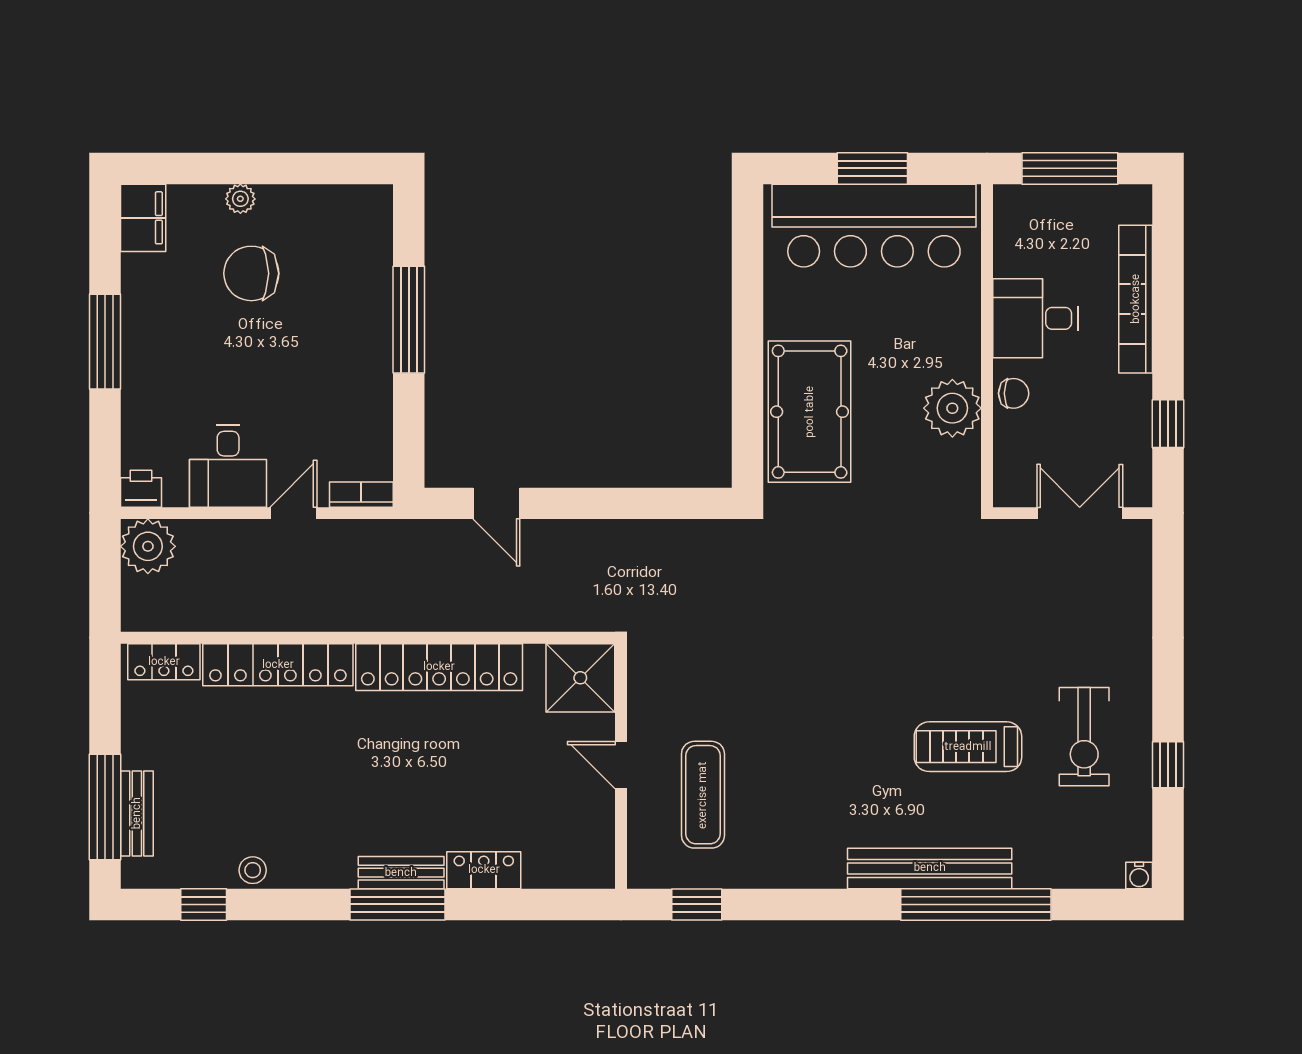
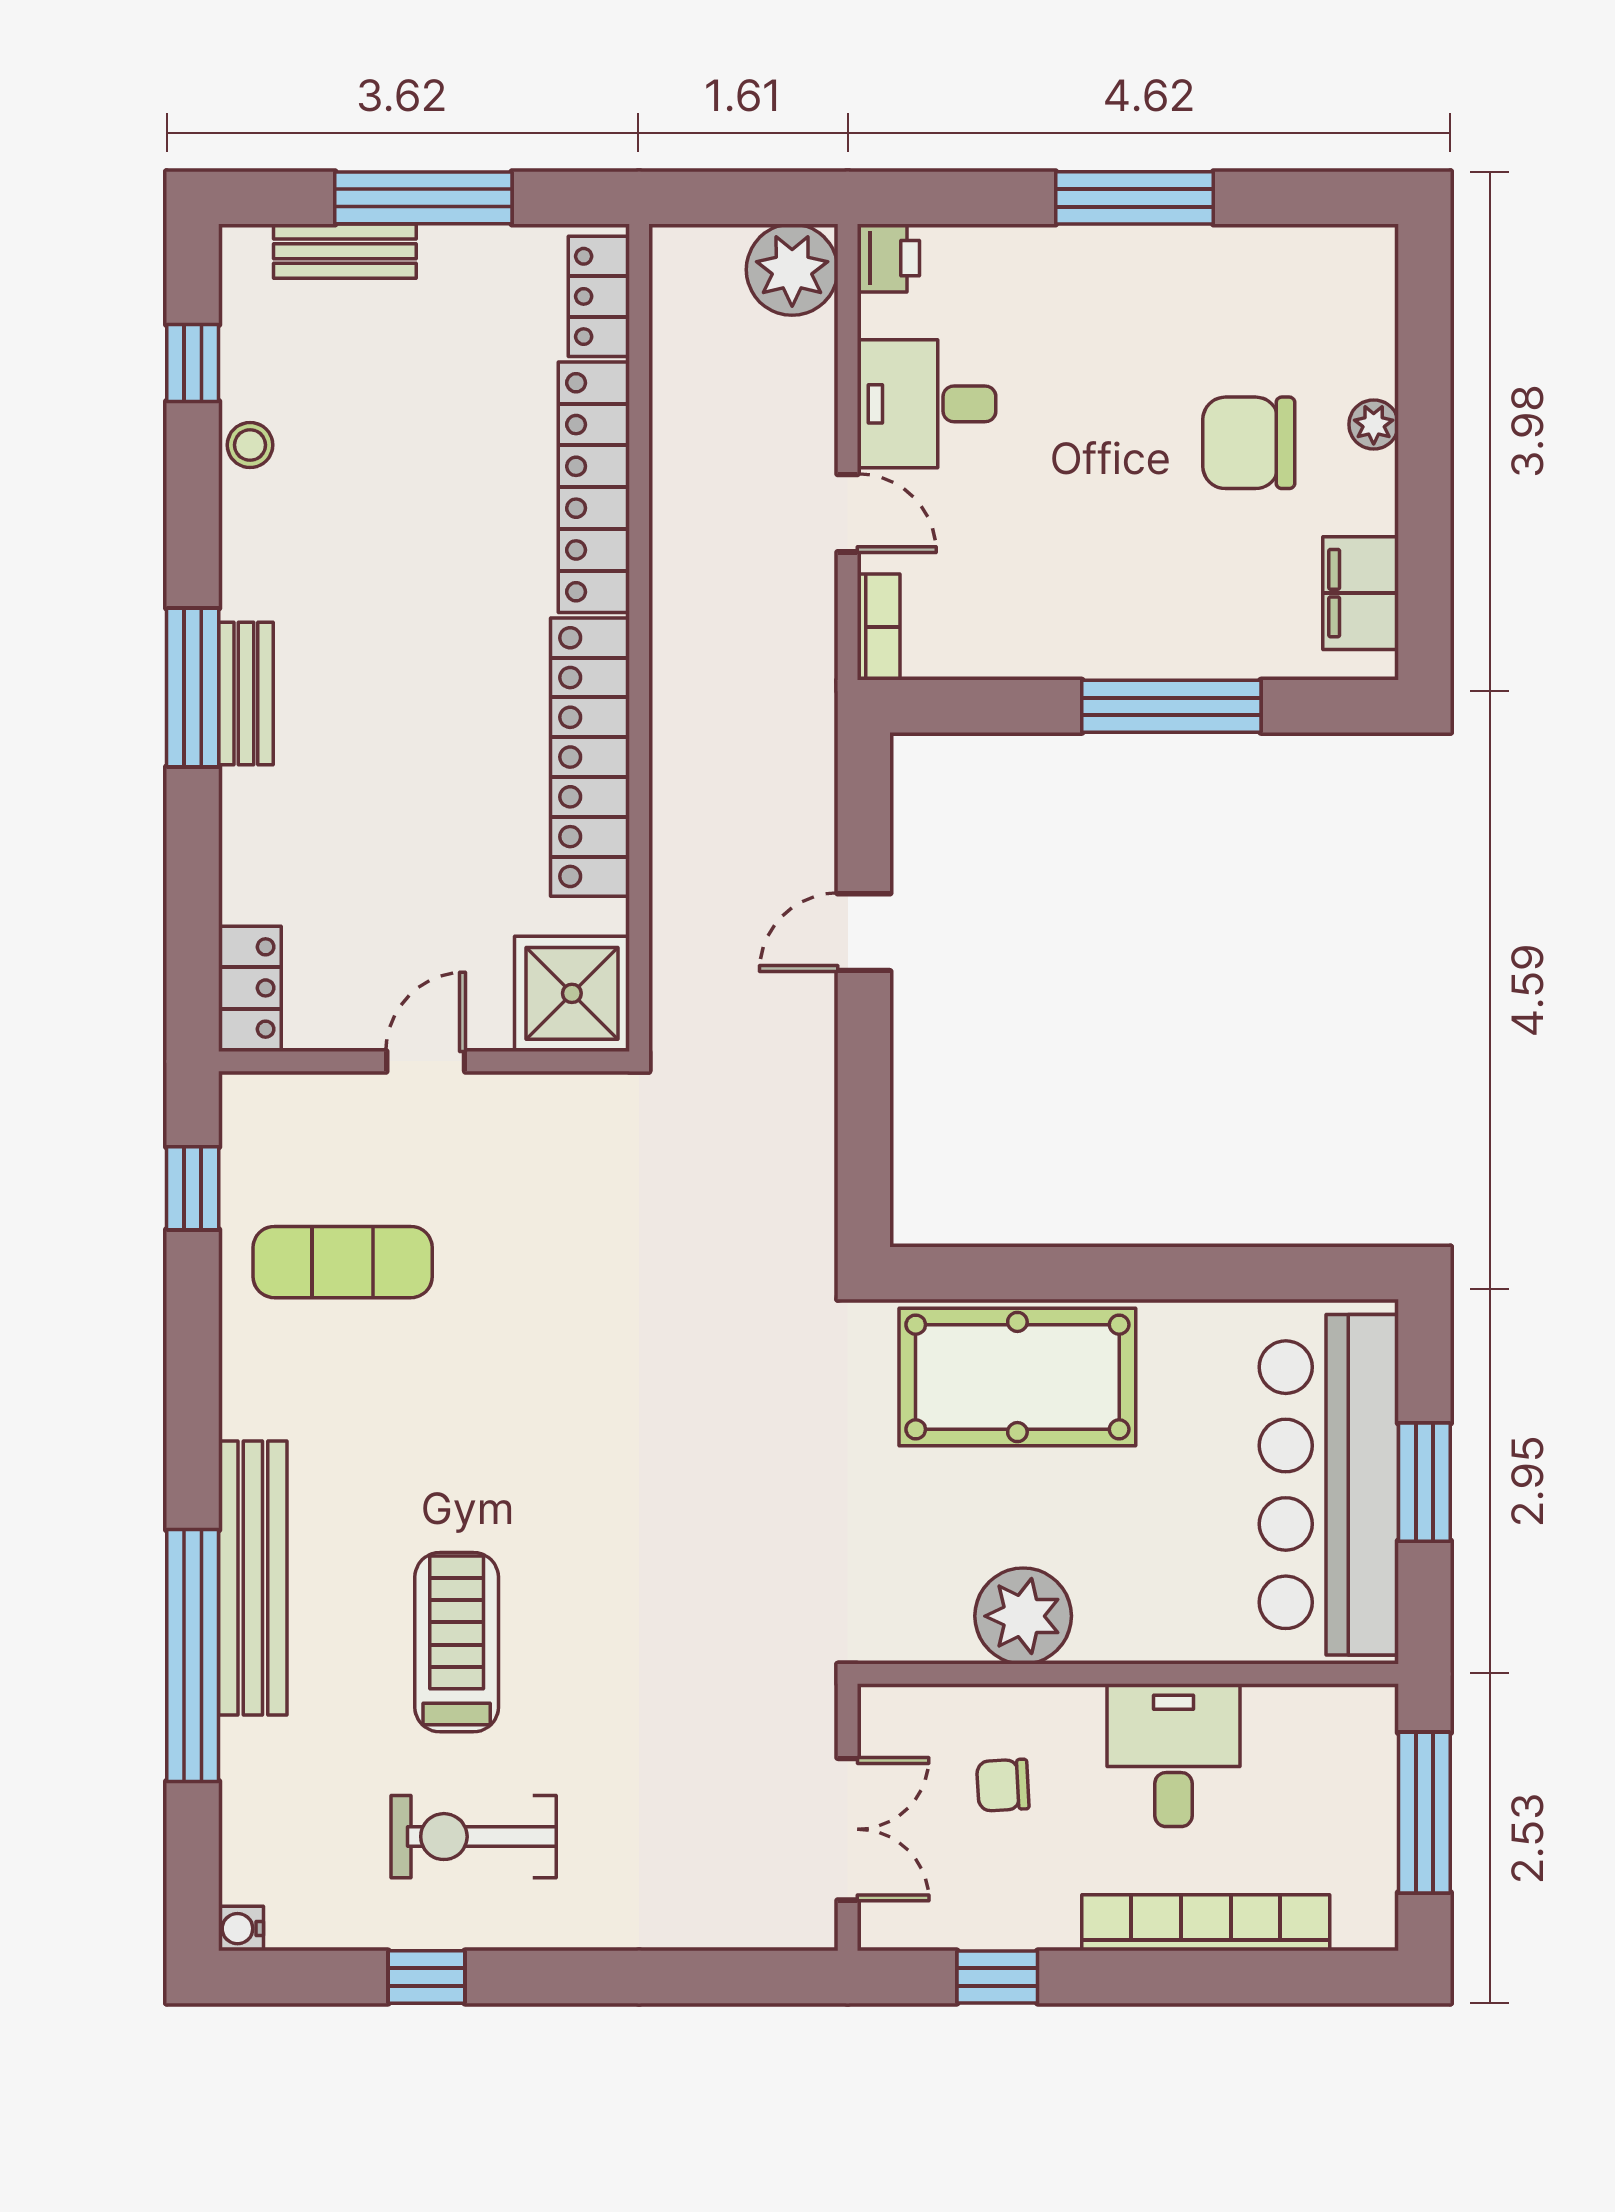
filing cabinet: (143, 218) -> (1361, 593), moved, turned 90
chair: (251, 273) -> (1249, 443), turned -90
chair: (1014, 393) -> (1003, 1785), moved, turned 87
door: (496, 503) -> (864, 932), moved
exercise mat: (703, 795) -> (343, 1262), moved
window: (105, 807) -> (423, 198), moved
locker: (484, 870) -> (250, 988), moved

